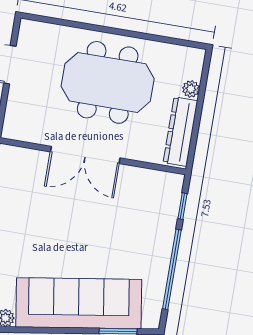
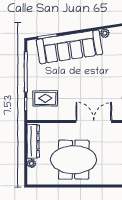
double door: (85, 155) -> (94, 122), moved
rug: (143, 211) -> (45, 98), added

